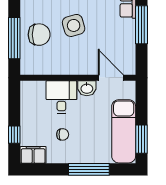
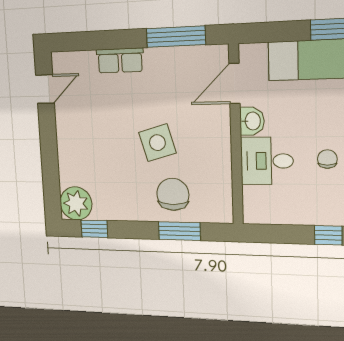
window: (141, 25) -> (176, 37), moved
window: (14, 38) -> (179, 231), width x0.69

